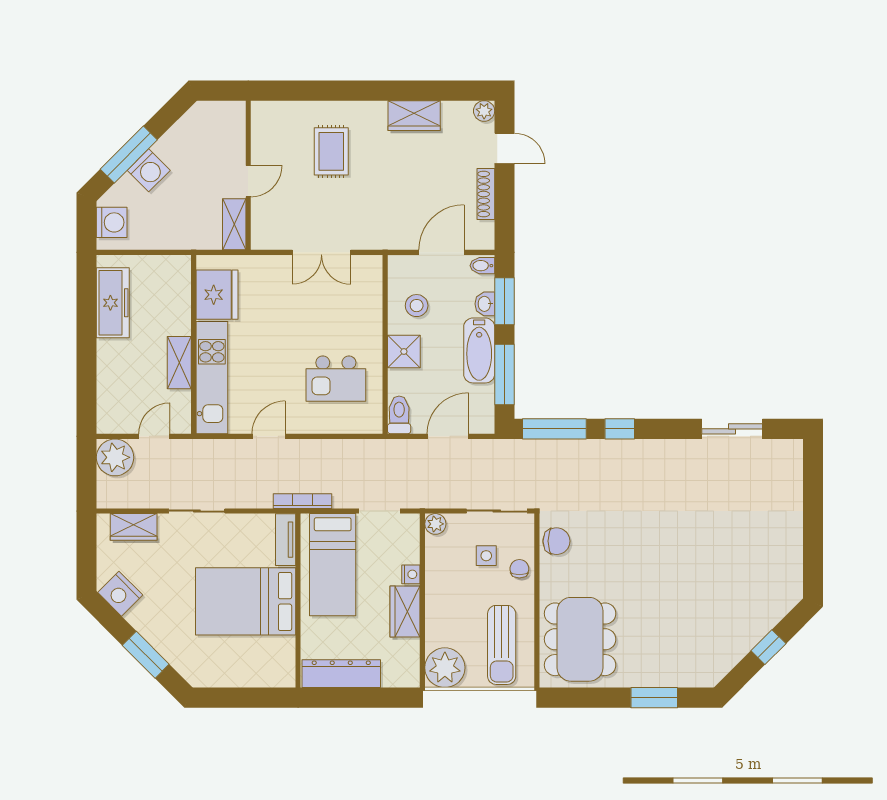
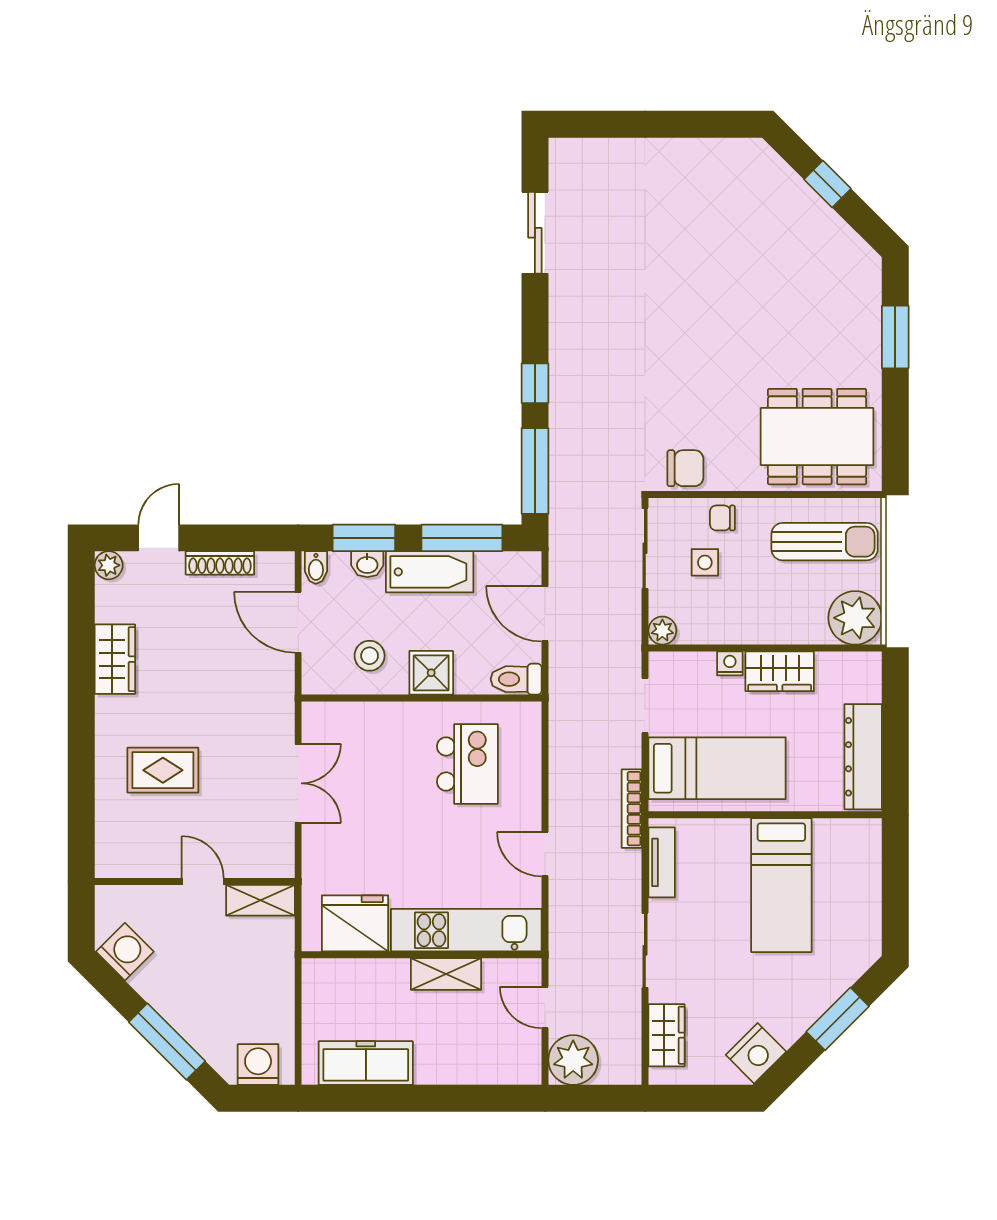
washing machine: (149, 170) -> (125, 952), moved
tv unit: (286, 540) -> (662, 862), moved, turned -90
chair: (556, 541) -> (685, 468), turned 90
bed: (246, 601) -> (781, 885), width x0.67

